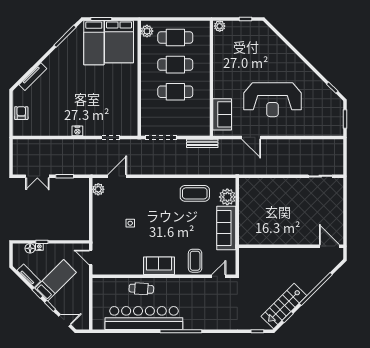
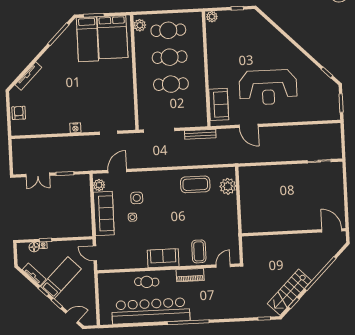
side table: (135, 204) -> (137, 198), added
sofa: (226, 228) -> (104, 214), moved, turned 180
piano: (185, 284) -> (190, 275), added

